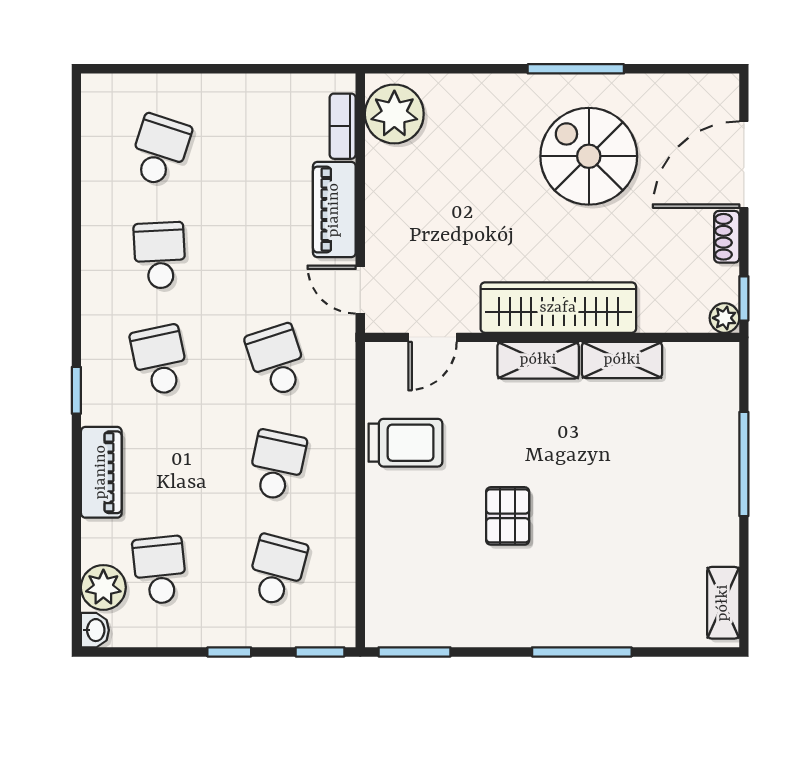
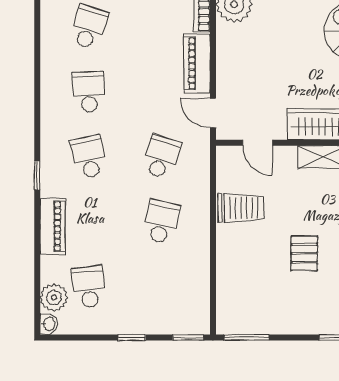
door: (433, 337) -> (258, 143), hinge flipped
school desk: (277, 360) -> (161, 157), turned 36
school desk: (277, 570) -> (161, 287), removed

